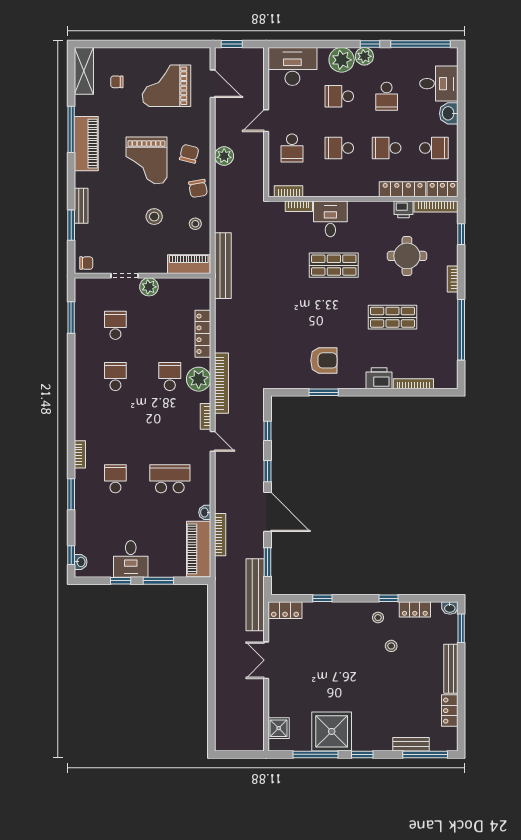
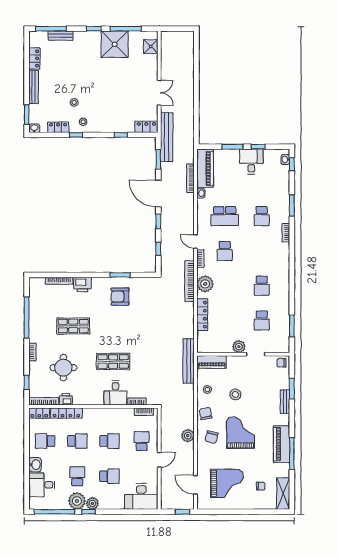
plant: (342, 60) -> (77, 501), moved
school desk: (170, 376) -> (225, 251), moved

